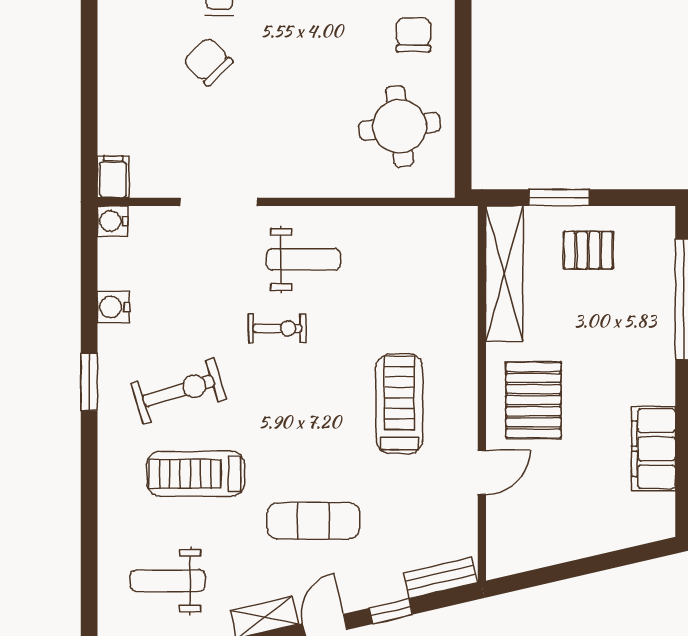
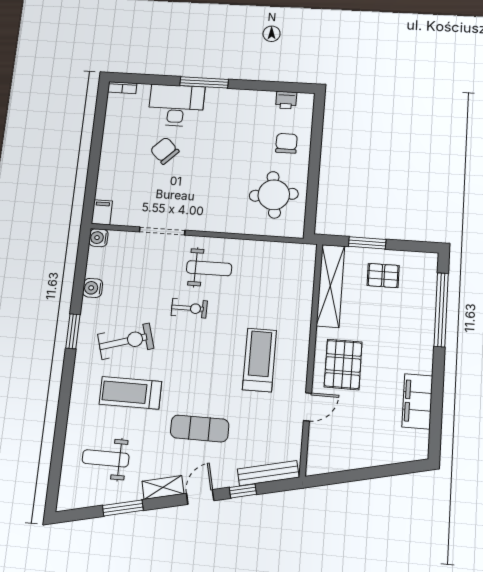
bench: (440, 578) -> (268, 473), width x1.36

